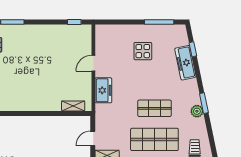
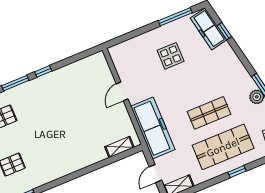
window: (74, 22) -> (43, 71), moved
freezer: (185, 63) -> (209, 29), moved
freezer: (103, 90) -> (153, 128), width x1.91, depth x1.26

